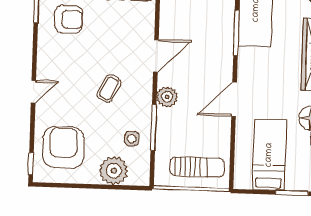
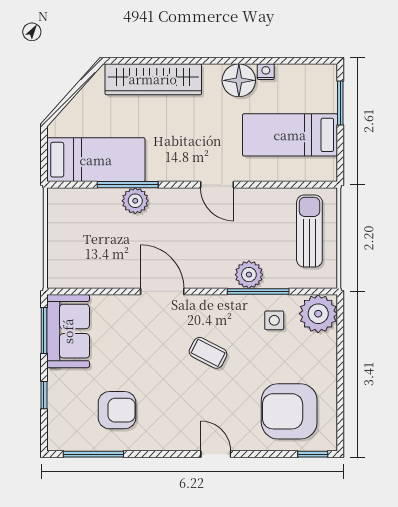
armchair: (69, 19) -> (117, 410), turned 90
plant: (224, 38) -> (135, 201), added
plant: (167, 97) -> (249, 275), moved
door: (234, 99) -> (217, 185), width x0.73
plant: (114, 171) -> (318, 314), moved

